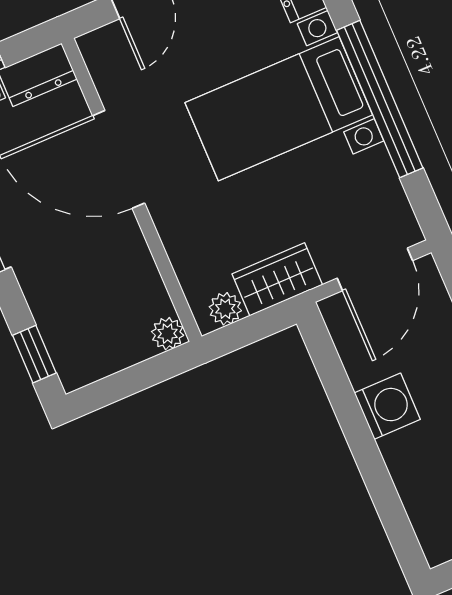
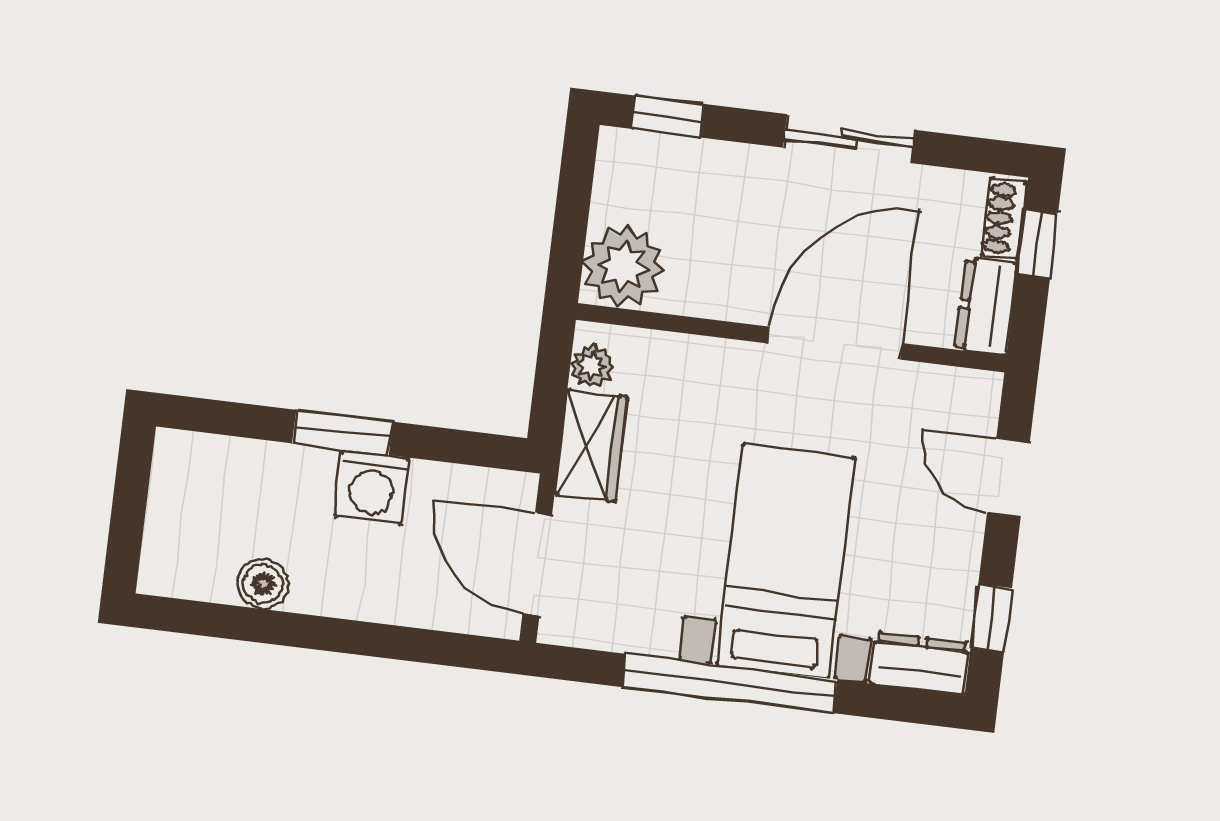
plant: (168, 334) -> (623, 267), width x1.88, depth x1.88
window: (363, 446) -> (342, 432), added

